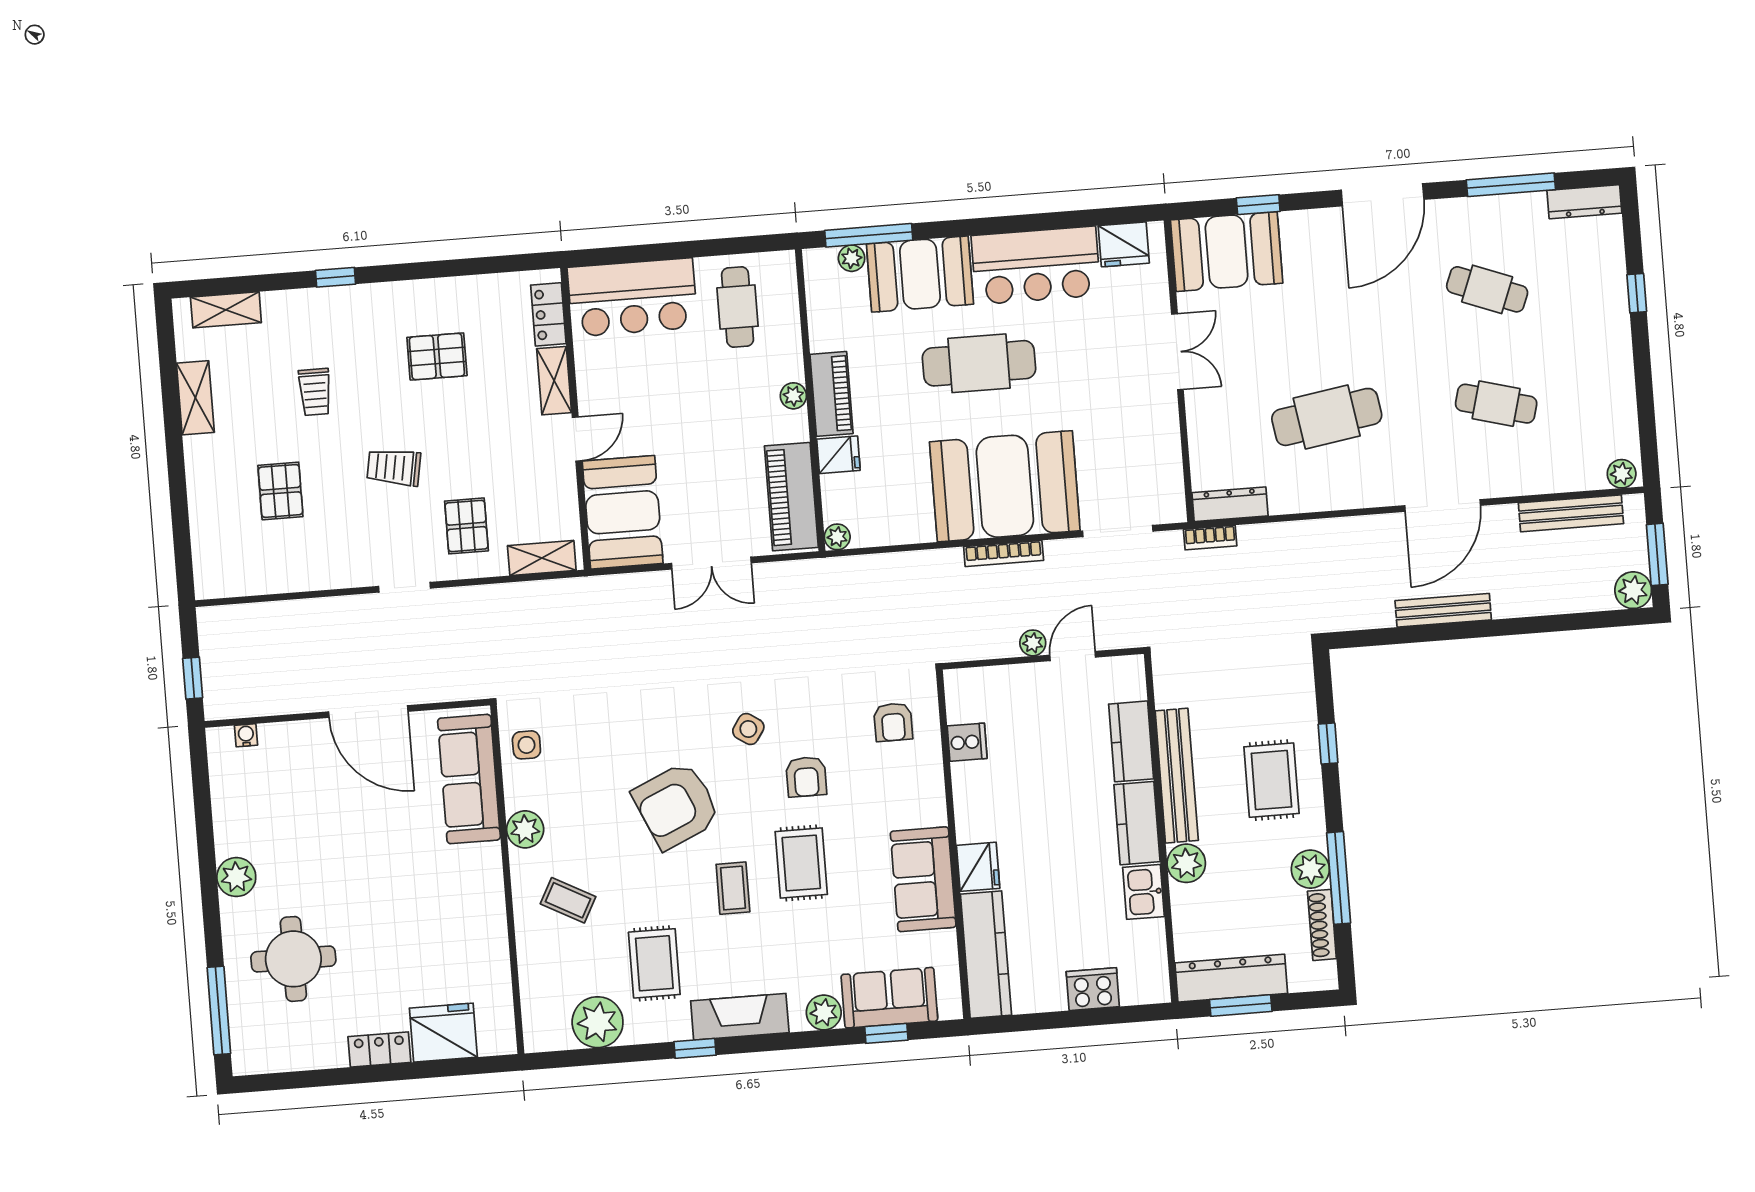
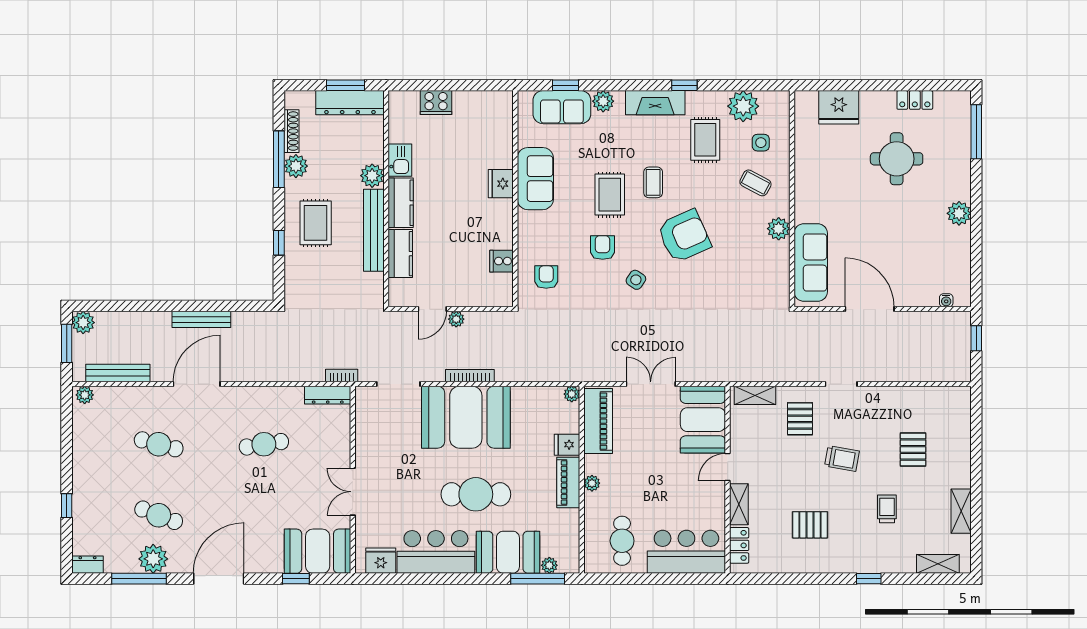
dresser: (1584, 202) -> (87, 565), width x0.70
plant: (1490, 218) -> (153, 559), added
cafe table: (1327, 417) -> (264, 444), width x0.73, depth x0.74
side table: (526, 745) -> (761, 143), moved
kitchen counter: (986, 955) -> (500, 129), removed
round table: (293, 959) -> (897, 159), moved
locker: (379, 1049) -> (915, 100), moved

